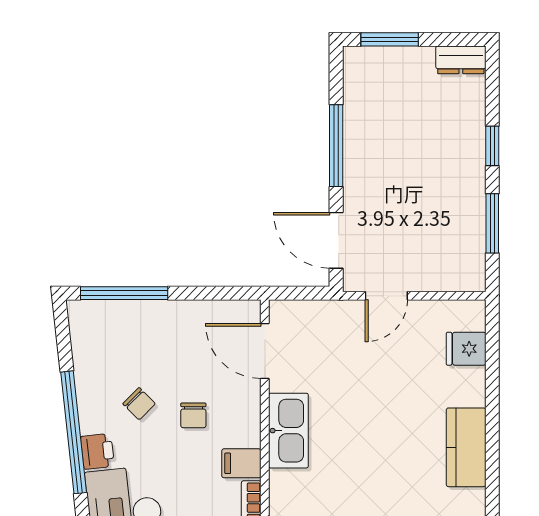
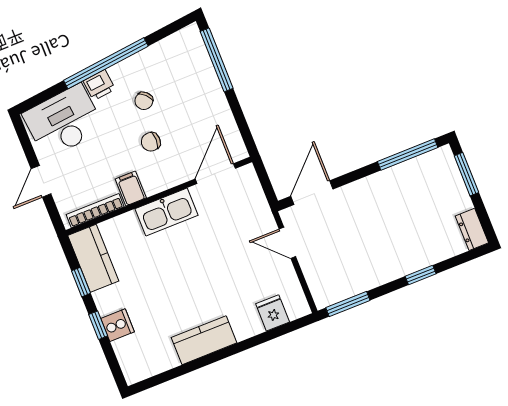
window: (336, 146) -> (408, 154), moved
window: (492, 223) -> (348, 304), moved

